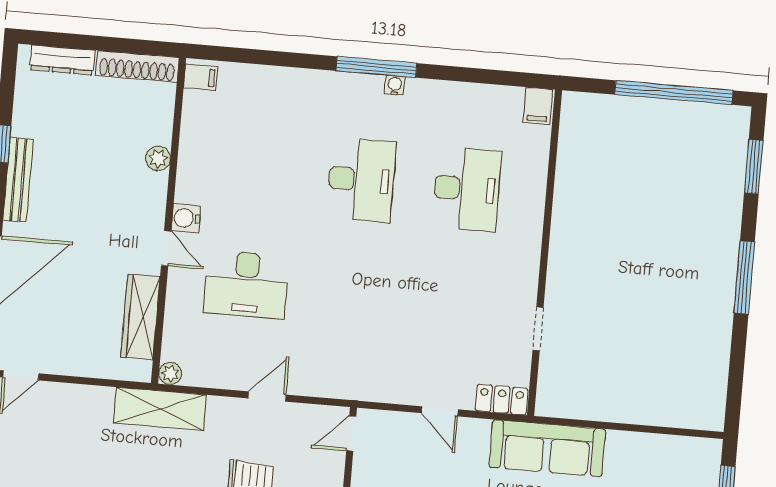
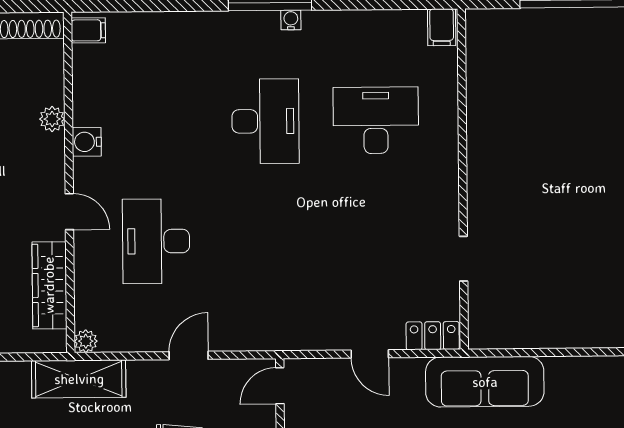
desk: (467, 189) -> (376, 120), turned -90
water cooler: (186, 218) -> (87, 142), moved
desk: (246, 284) -> (156, 241), turned 90

